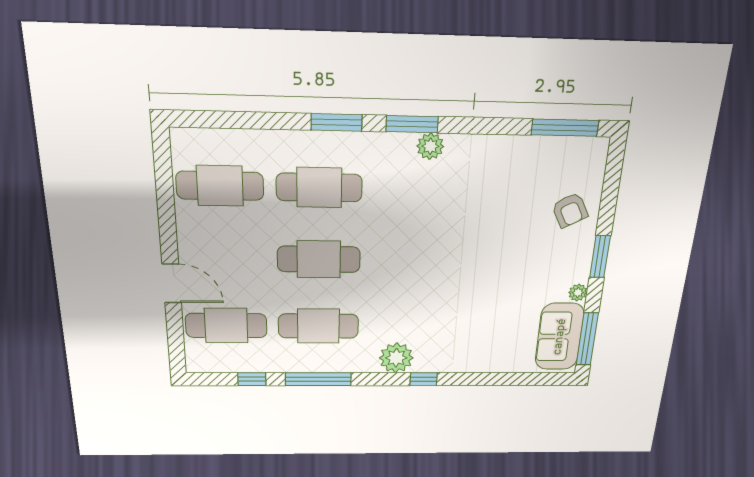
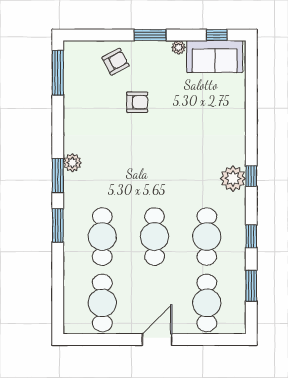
armchair: (510, 239) -> (137, 102), added
door: (172, 283) -> (157, 340), moved
window: (587, 339) -> (217, 35), width x0.46
window: (252, 379) -> (251, 286), width x1.50
window: (318, 379) -> (251, 236), width x0.46
window: (424, 379) -> (251, 176), moved

